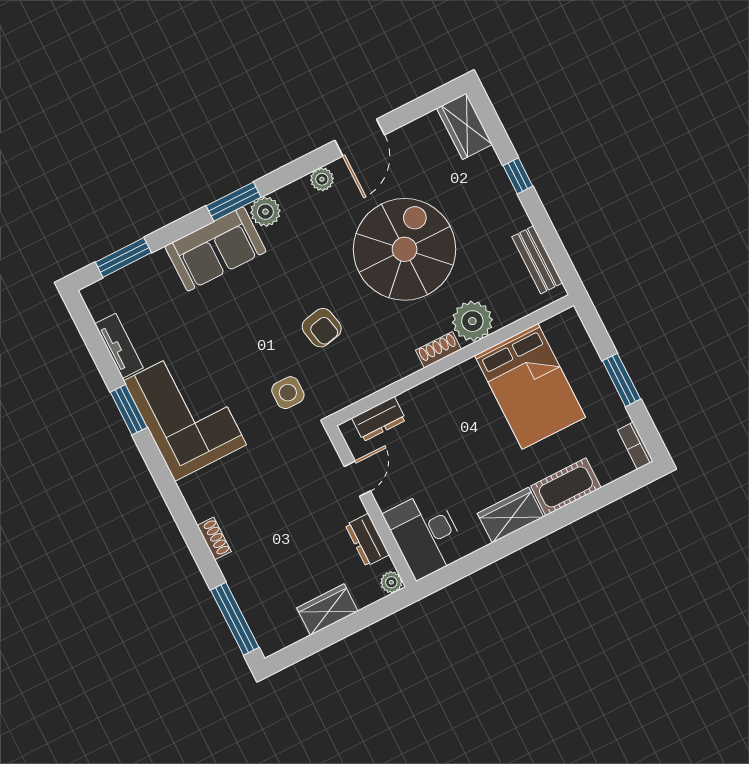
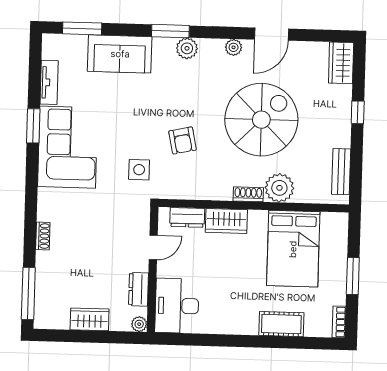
sofa: (215, 249) -> (120, 54), moved
wardrobe: (510, 515) -> (226, 221), moved, turned 180

